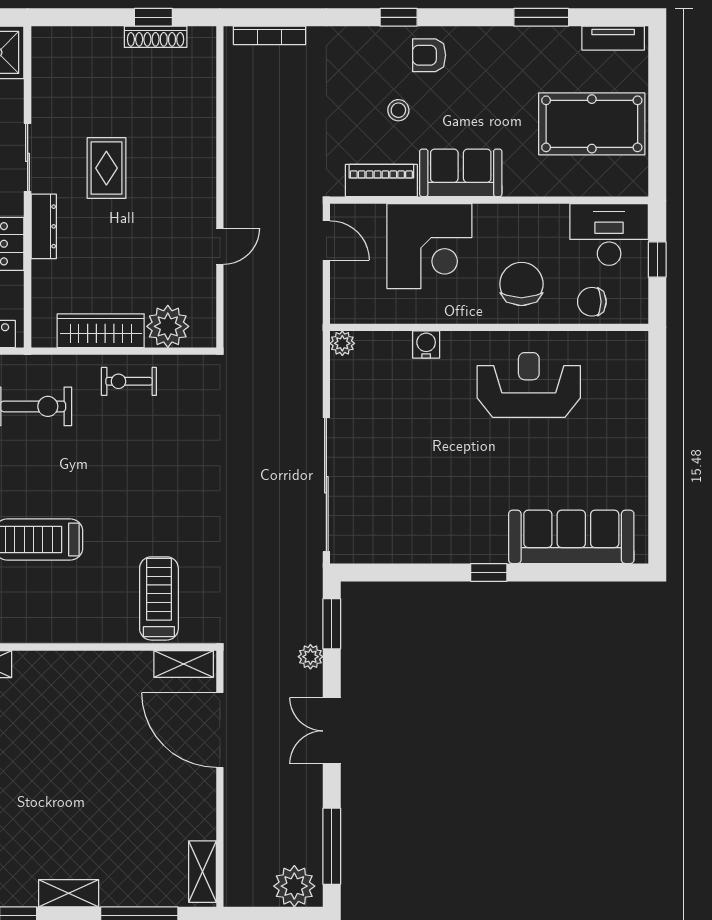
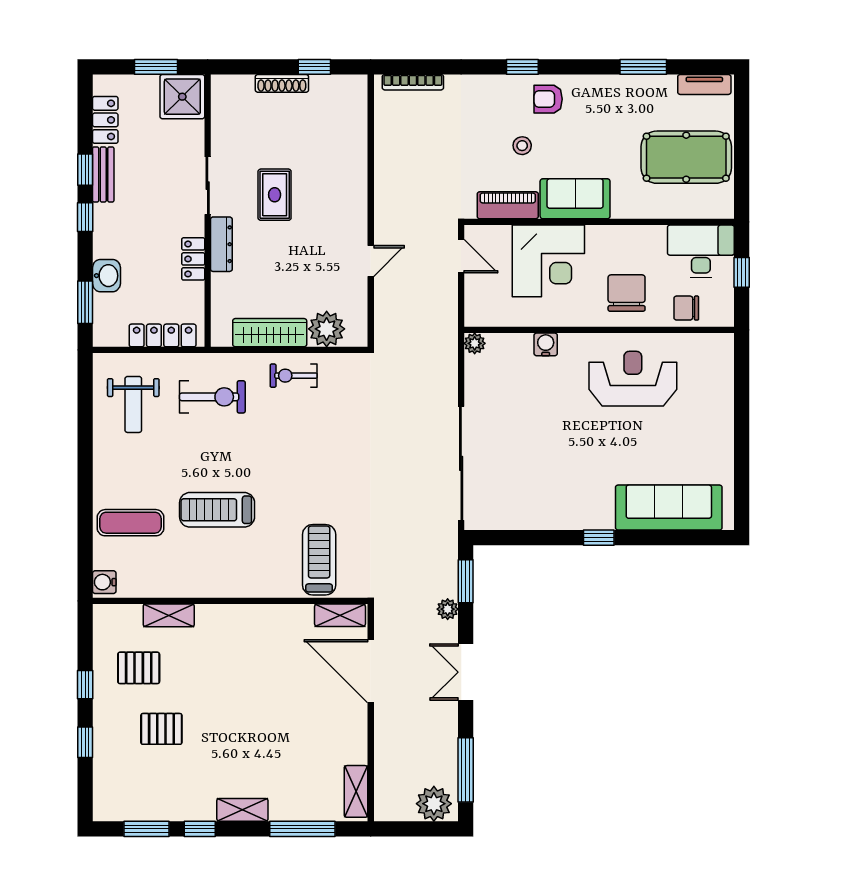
shoe rack: (156, 37) -> (282, 83), moved

